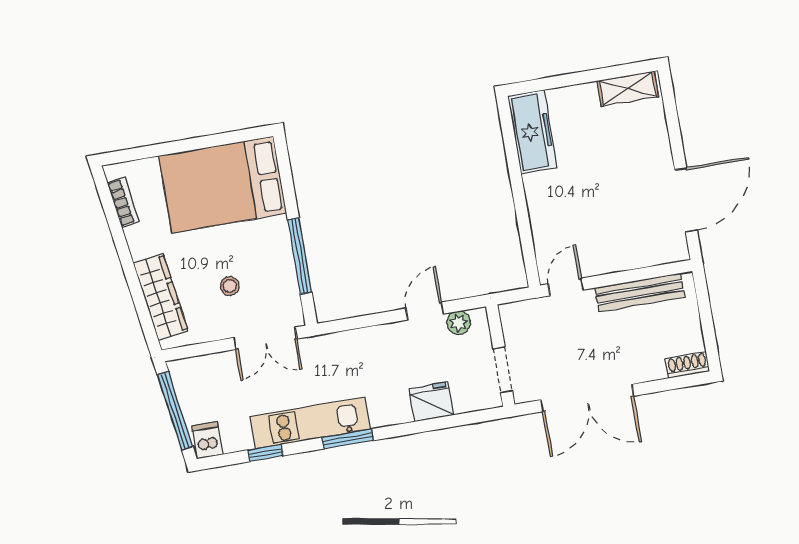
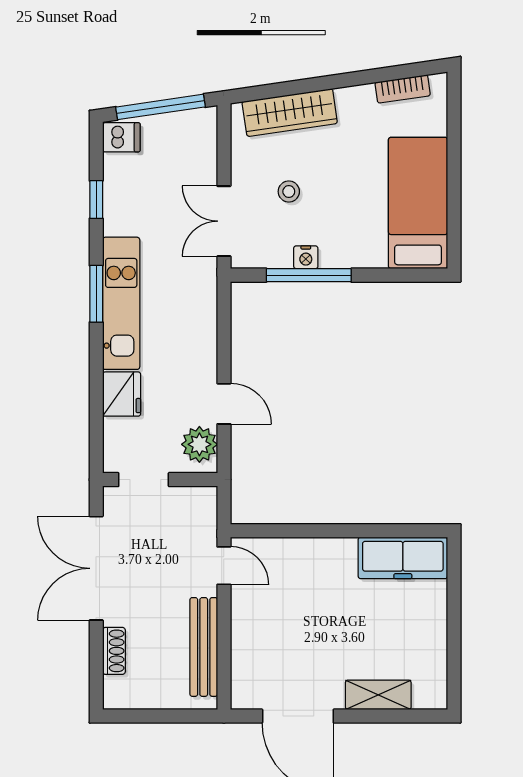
shelving: (628, 89) -> (378, 695), moved, turned 90
bed: (223, 185) -> (418, 203), width x0.67
nightstand: (285, 261) -> (306, 257), added
plant: (459, 323) -> (199, 444), width x1.38, depth x1.38
shoe rack: (687, 365) -> (114, 651), moved
kitchen unit: (310, 423) -> (121, 303), moved

